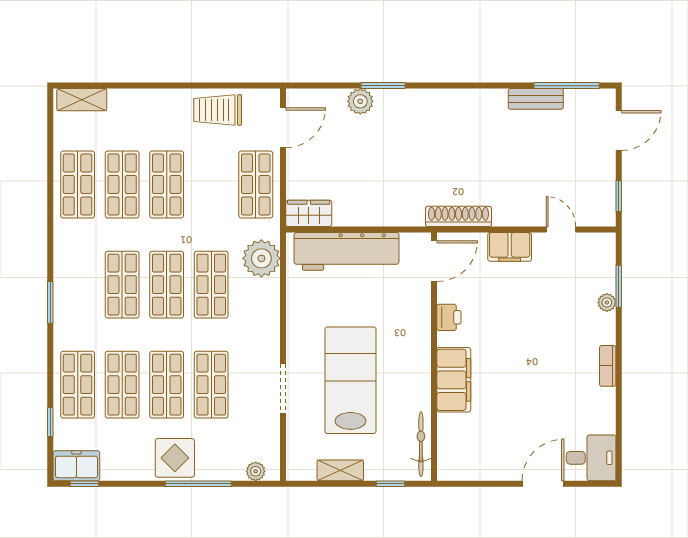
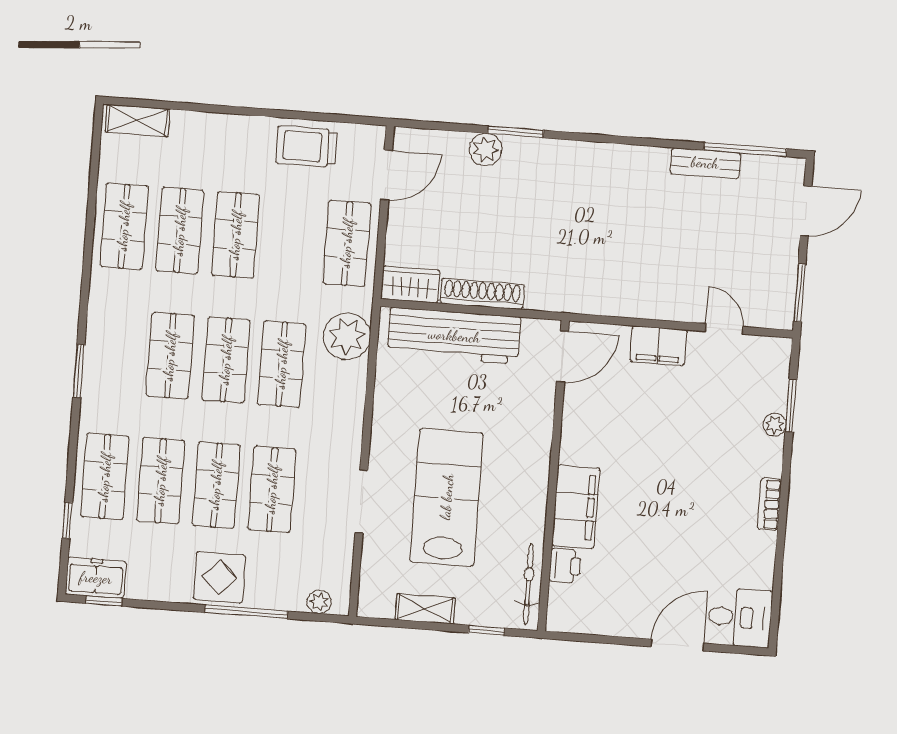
window: (619, 196) -> (800, 293), width x1.50
shoe rack: (458, 216) -> (482, 294), moved
printer: (449, 317) -> (565, 566), moved

